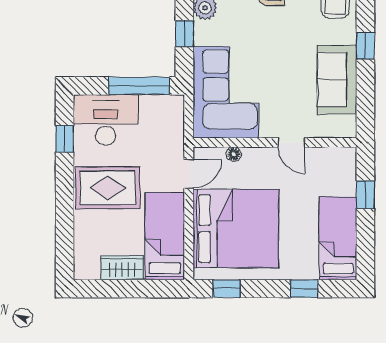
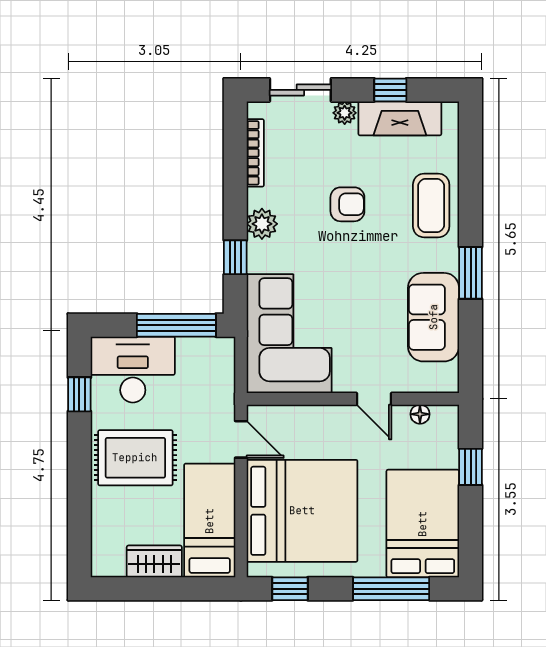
window: (365, 46) -> (471, 273), width x1.50
floor lamp: (234, 154) -> (420, 414), moved
door: (189, 174) -> (241, 439), hinge flipped
bed: (338, 238) -> (423, 524), width x1.50
window: (304, 289) -> (391, 589), width x2.17

